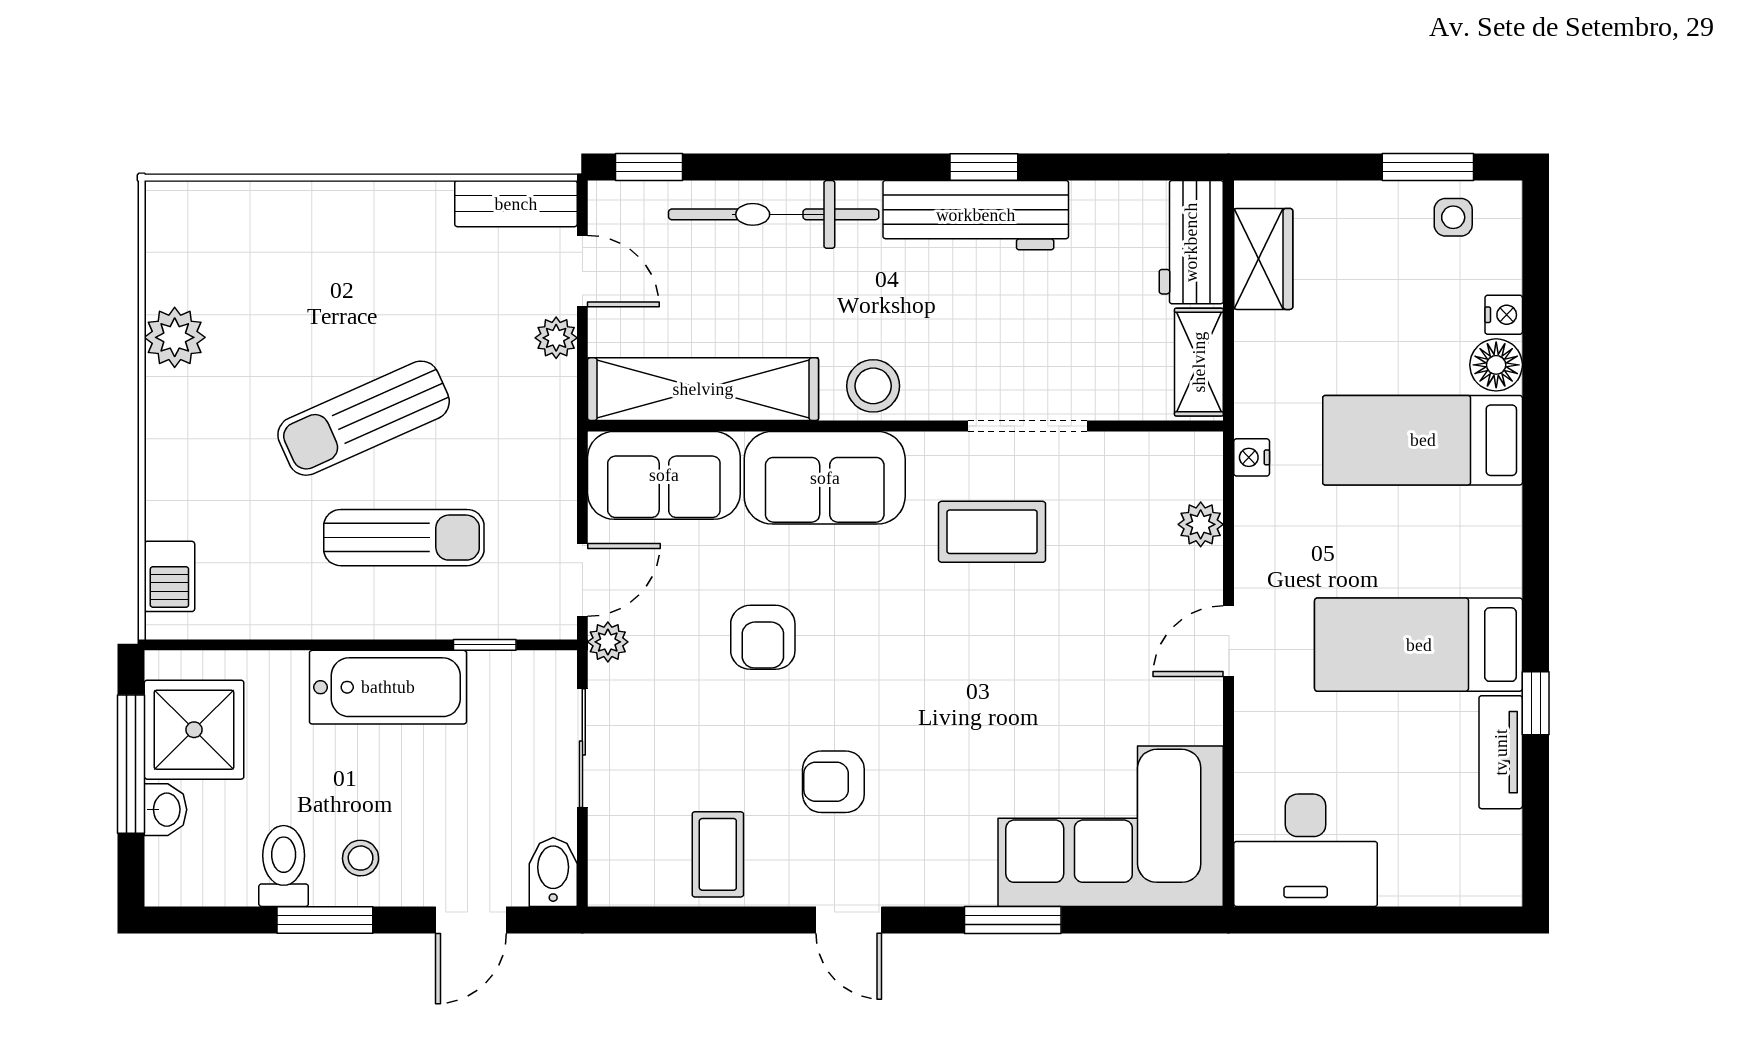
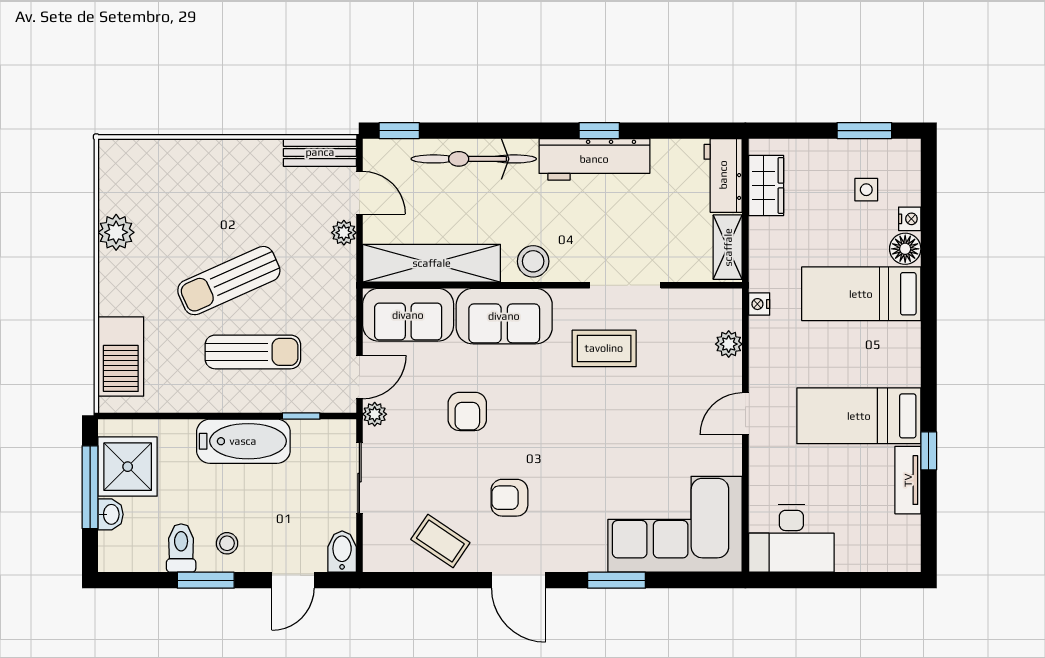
side table: (1453, 217) -> (866, 190), moved
barbecue: (169, 576) -> (121, 357), width x1.88, depth x1.53
coffee table: (718, 854) -> (440, 541), turned -56
door: (849, 920) -> (519, 580), width x1.38

